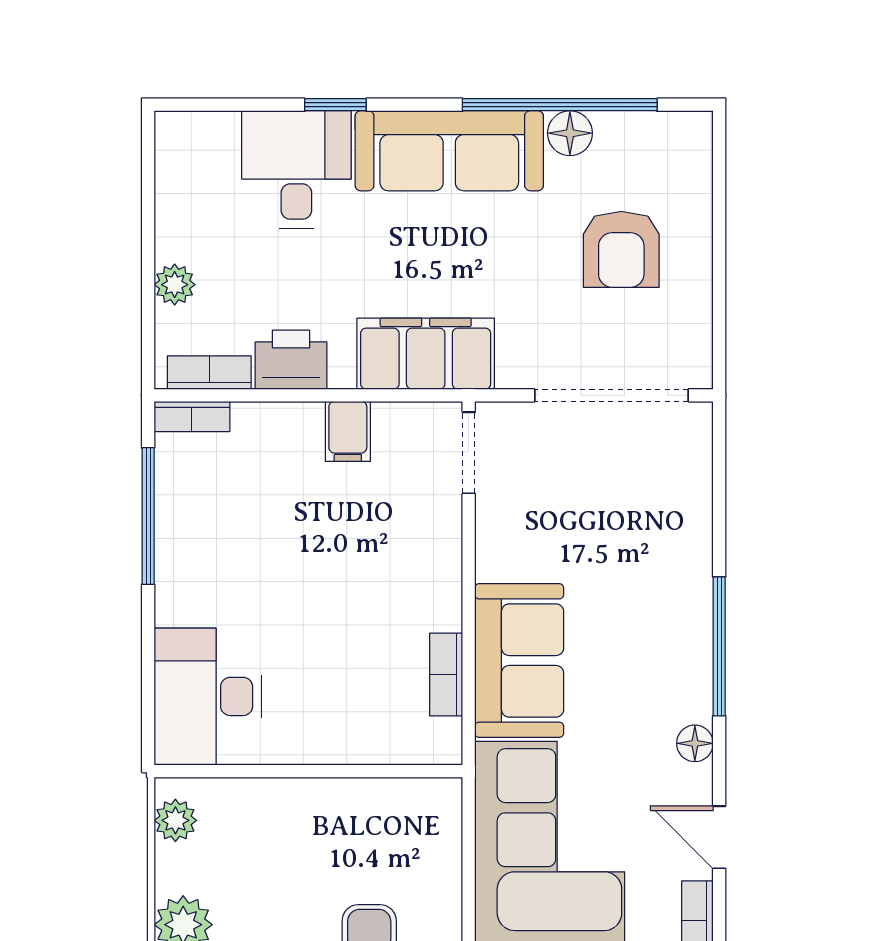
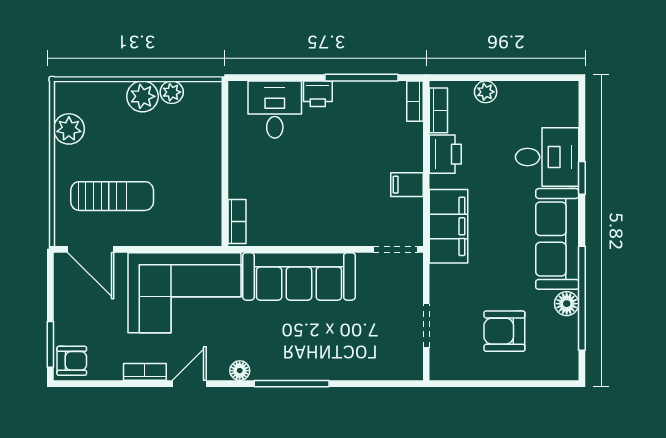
doorway: (612, 395) -> (426, 326), width x0.53
printer: (178, 598) -> (318, 94), added
sofa: (519, 661) -> (299, 276), width x1.36
bookcase: (446, 675) -> (237, 221), moved, turned 90
desk: (208, 696) -> (275, 109), width x0.73
plant: (175, 820) -> (172, 92), moved

